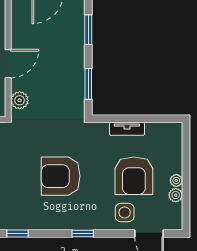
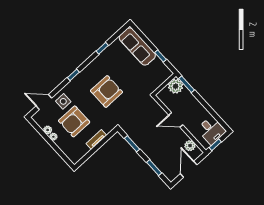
door: (8, 64) -> (176, 120), hinge flipped
plant: (20, 100) -> (190, 146), moved
armchair: (134, 176) -> (74, 121), turned -90

